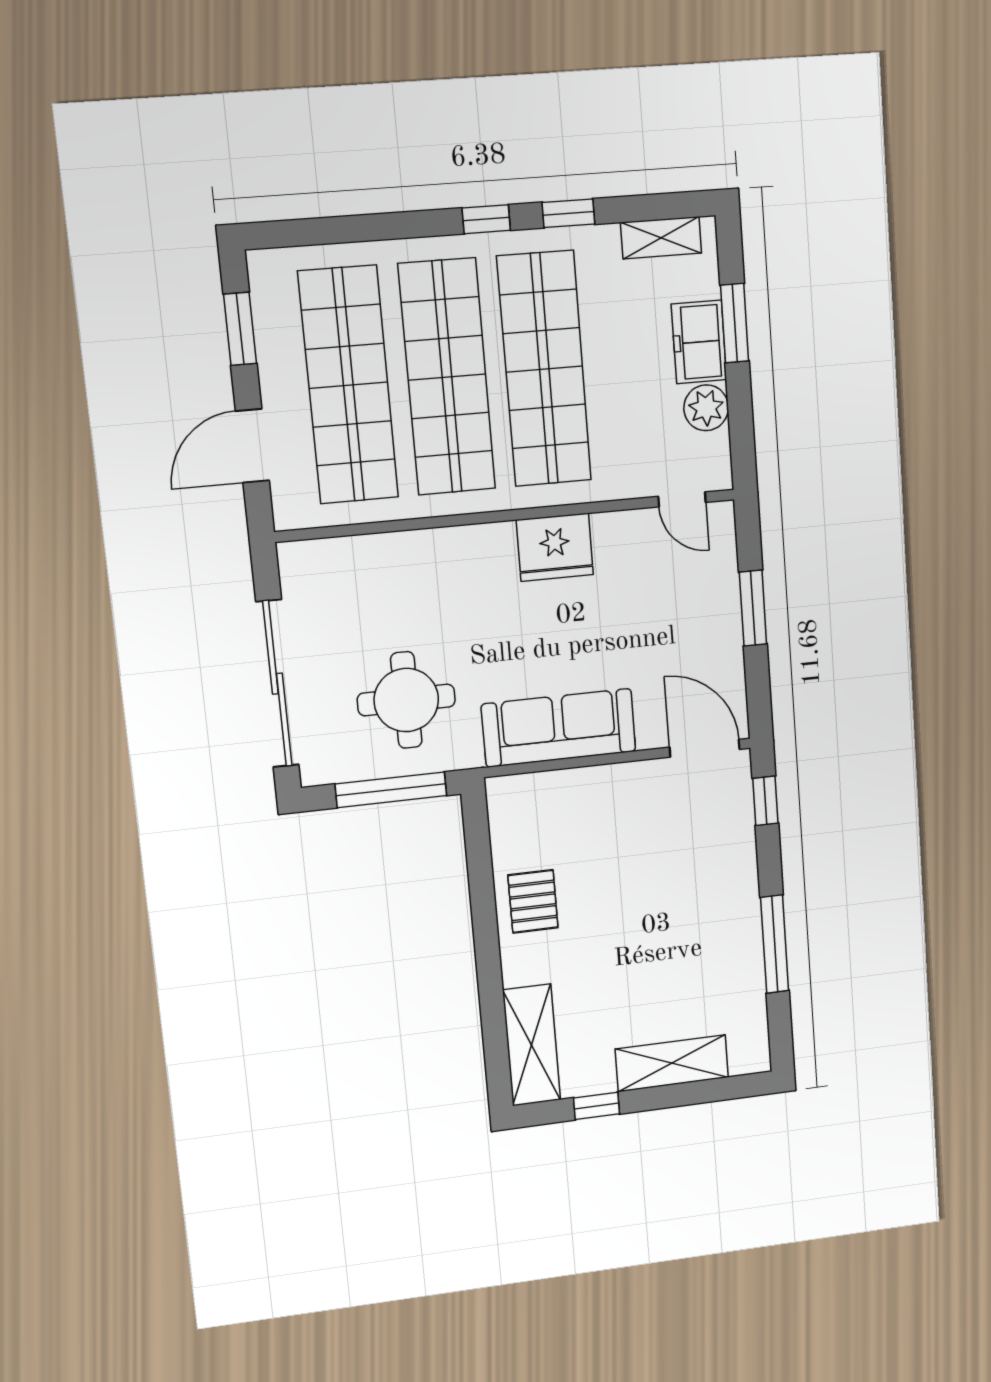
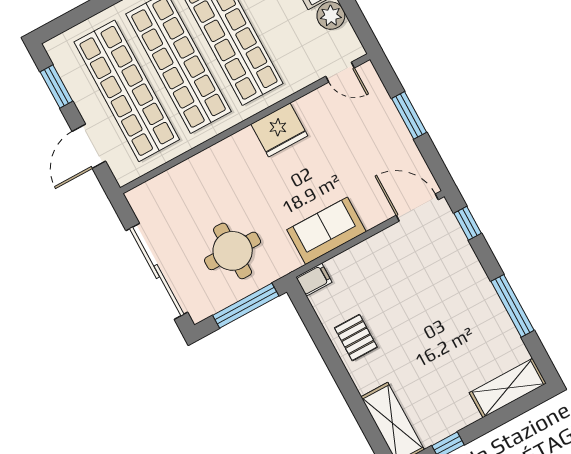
sofa: (559, 728) -> (327, 231), width x0.73
filing cabinet: (509, 792) -> (314, 280), added
shelving: (672, 1063) -> (508, 388), moved

